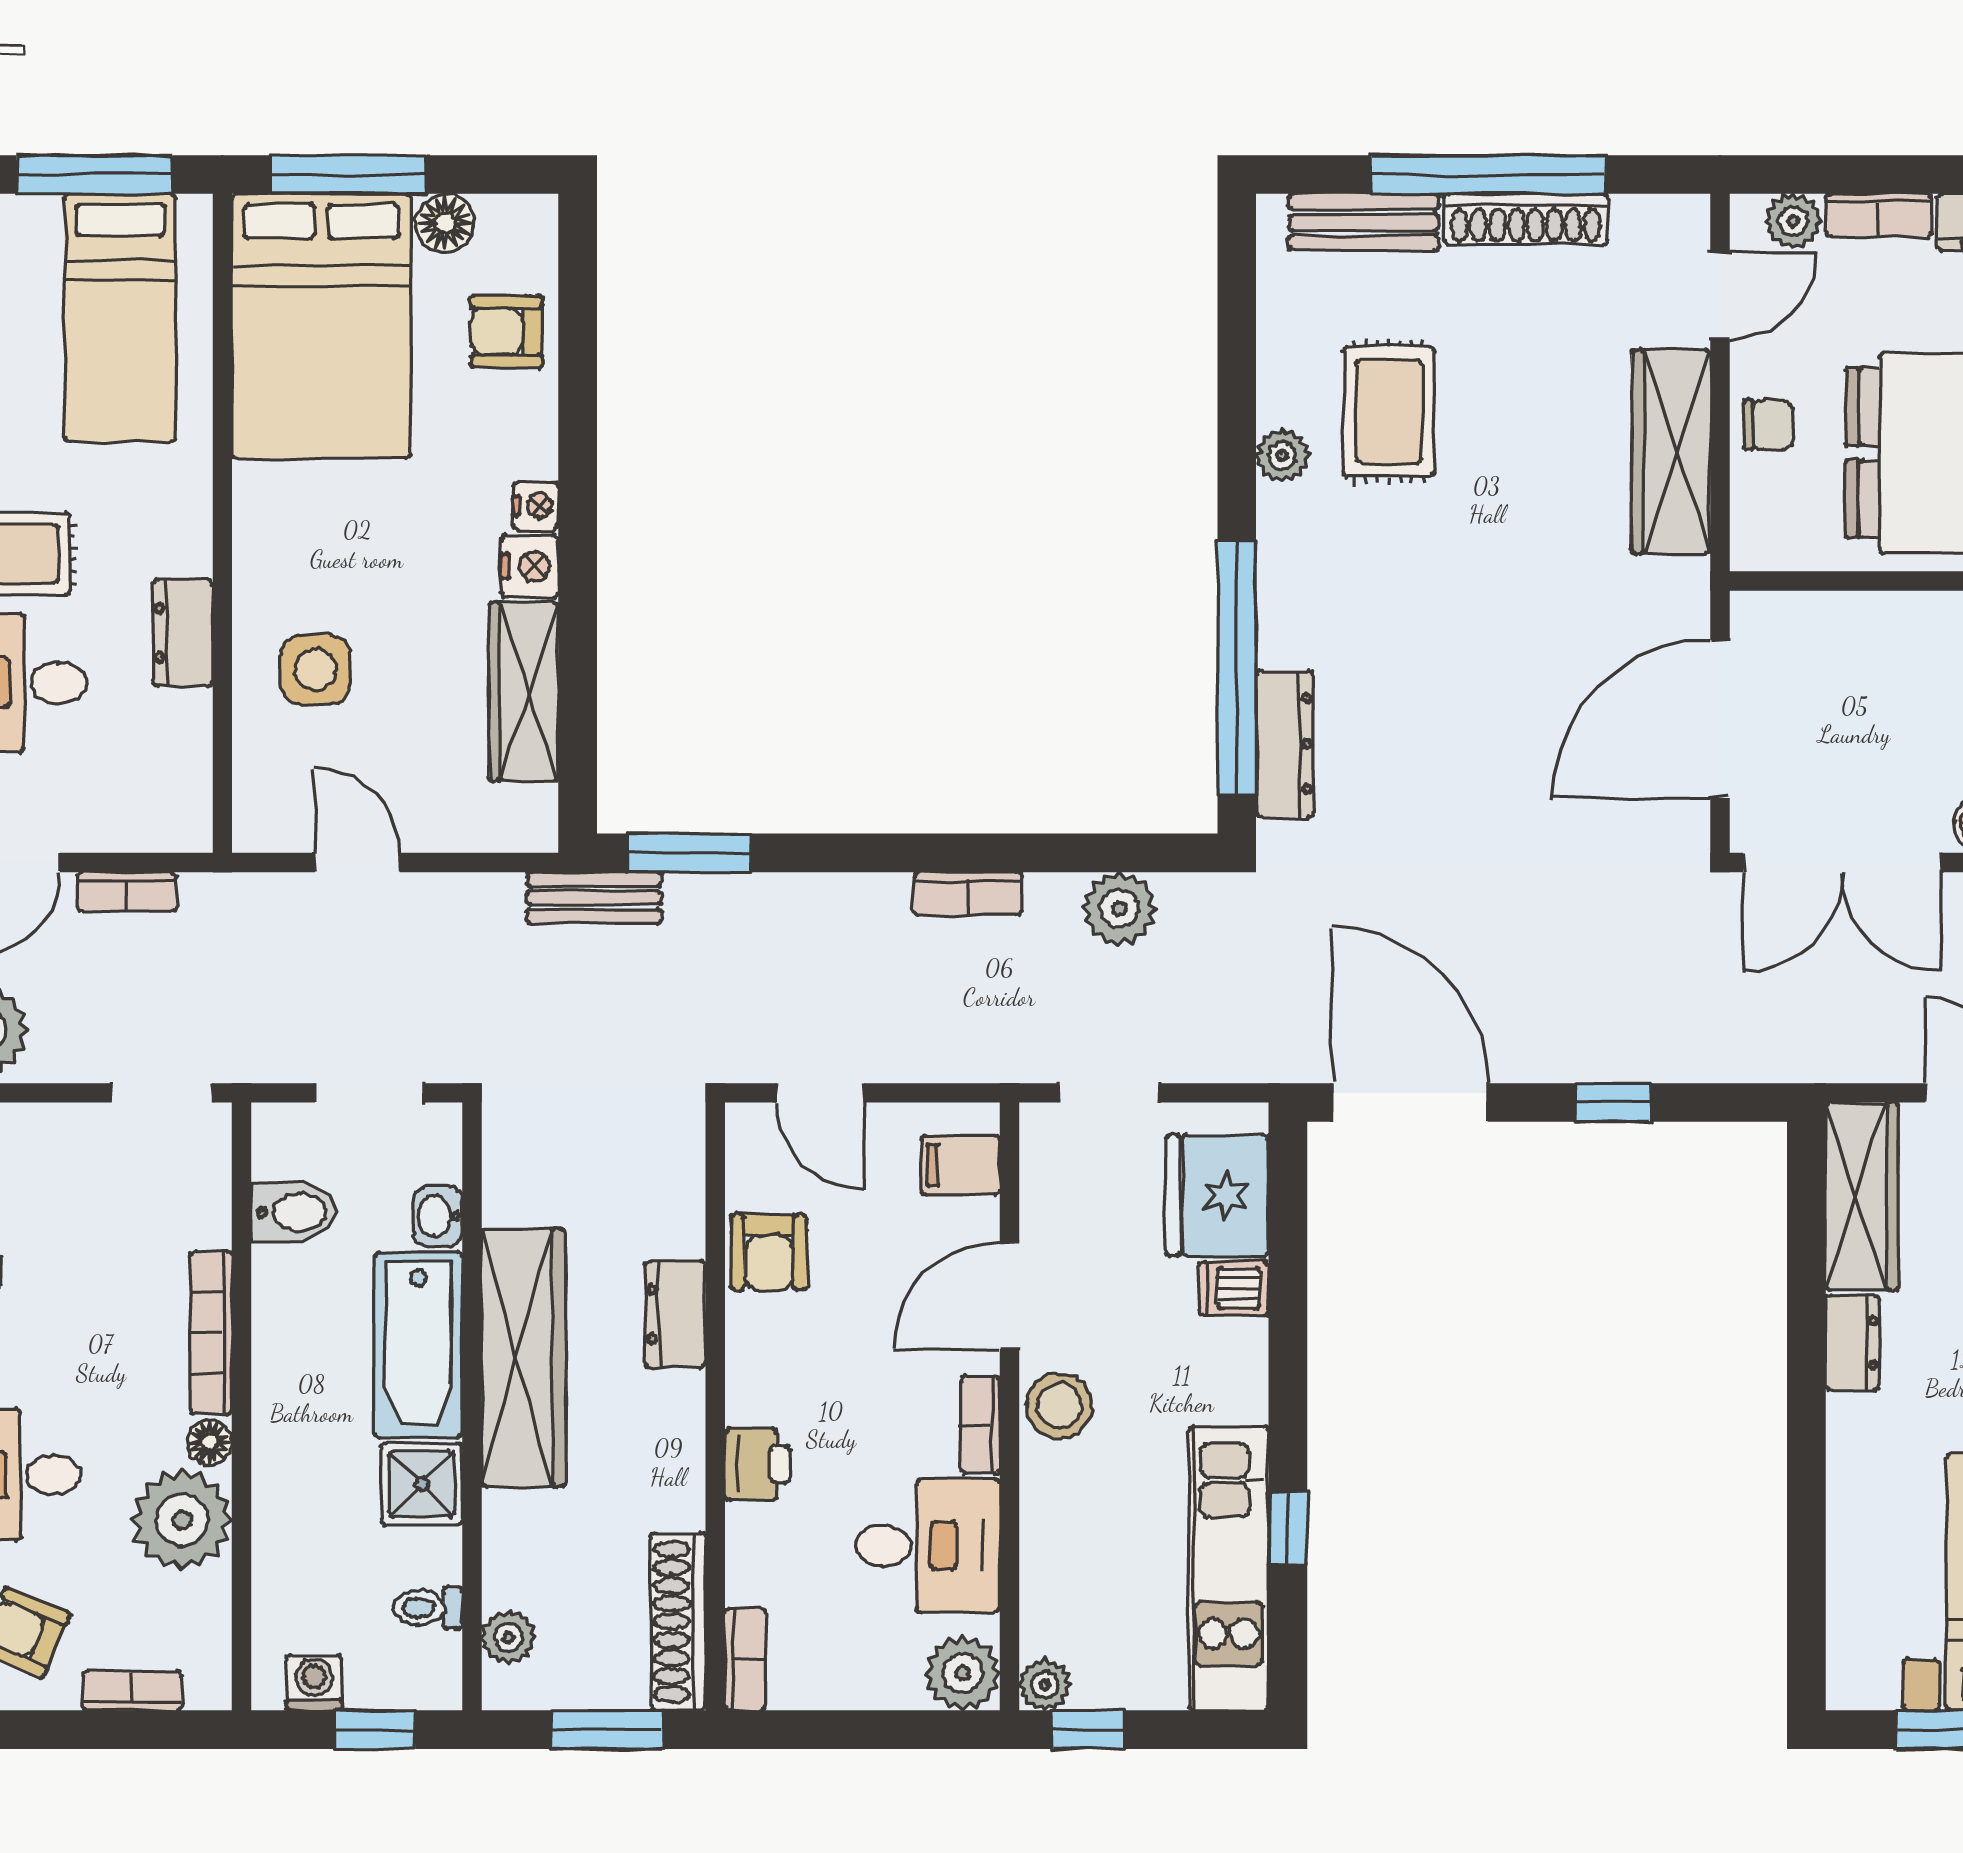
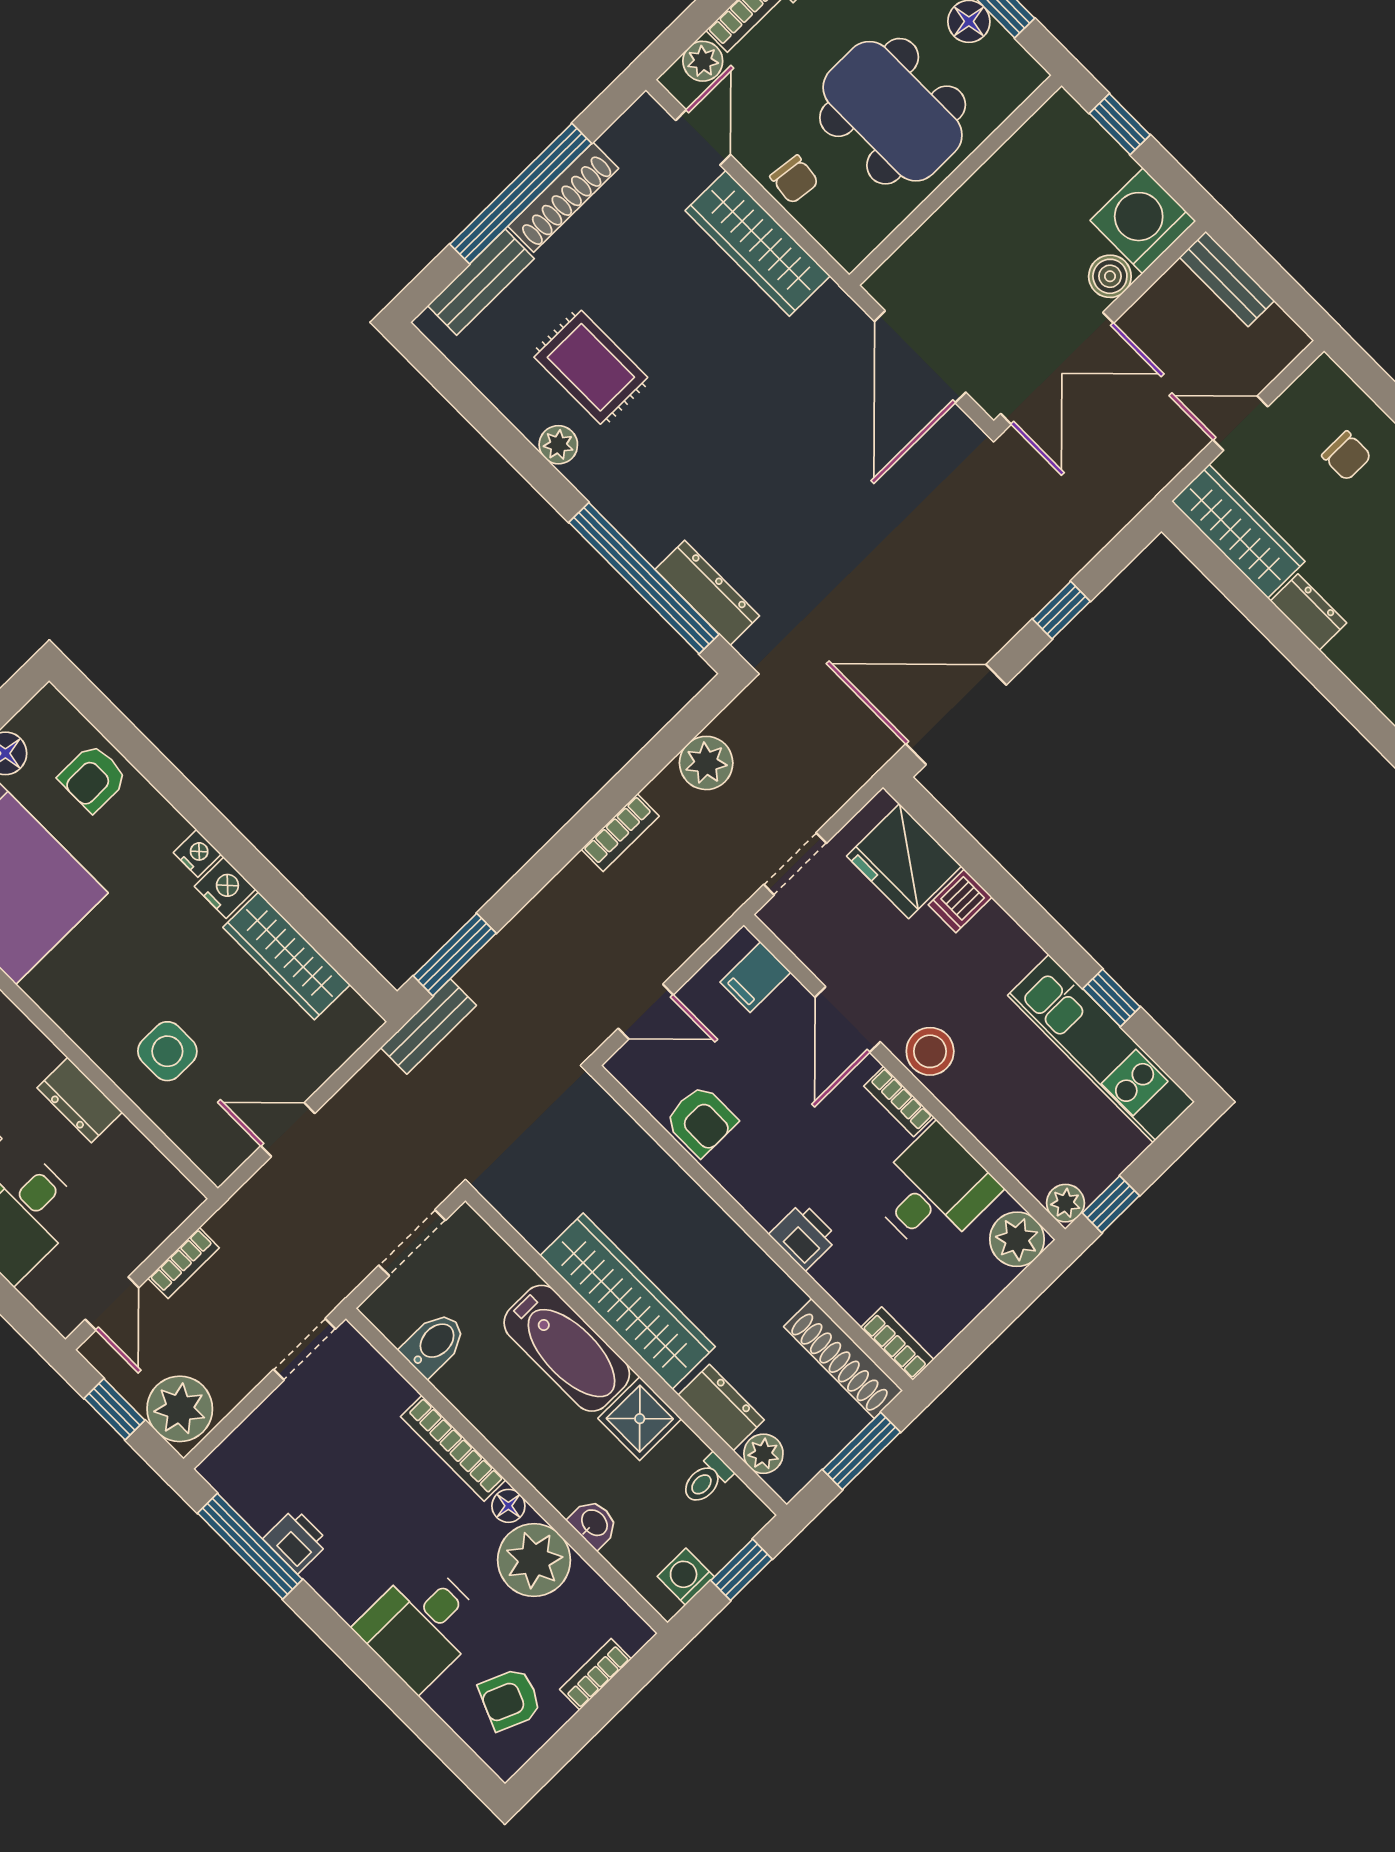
chair: (1768, 425) -> (794, 179), turned 97
washbasin: (438, 1216) -> (594, 1523), moved, turned 180
dresser: (675, 1314) -> (721, 1408), moved, turned 180

